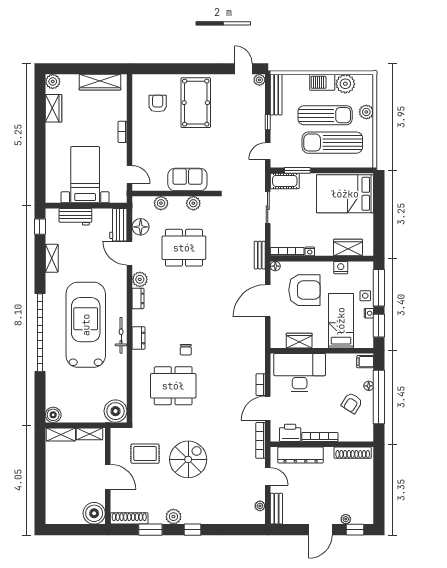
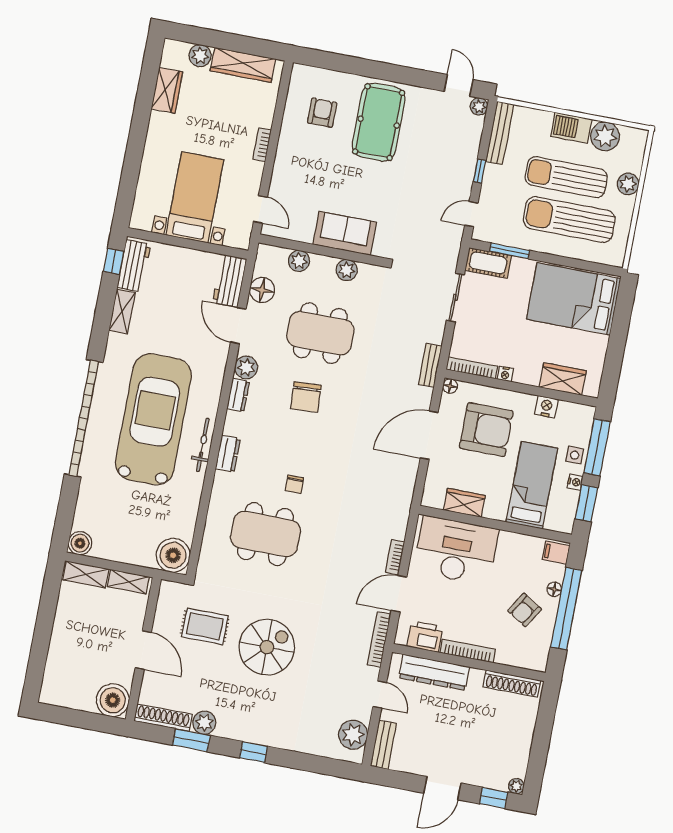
plant: (53, 82) -> (200, 56), moved
sun lounger: (325, 115) -> (566, 177), turned 180
workbench: (75, 217) -> (134, 266), moved, turned -90
chair: (182, 291) -> (306, 397), added
plant: (260, 506) -> (353, 735), width x1.88, depth x1.88
plant: (173, 517) -> (204, 723), moved
plant: (346, 519) -> (516, 786), moved

